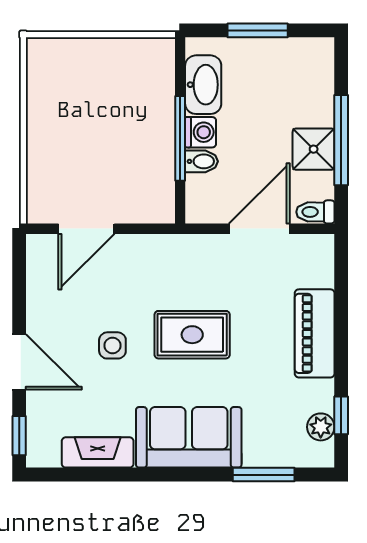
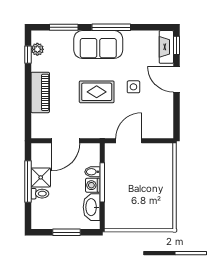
toilet: (315, 212) -> (40, 194), moved
door: (86, 229) -> (129, 141), moved
fireplace: (98, 452) -> (166, 47), moved, turned 90
window: (161, 475) -> (111, 27), added

